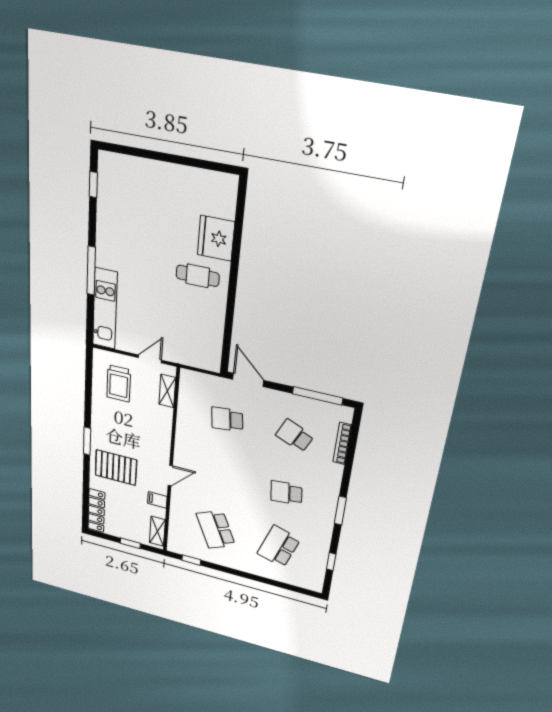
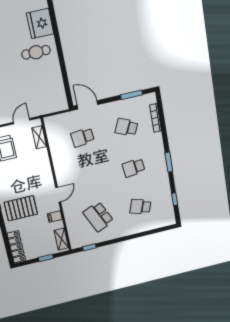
window: (318, 396) -> (132, 95), width x0.69
school desk: (279, 546) -> (140, 207), width x0.54

